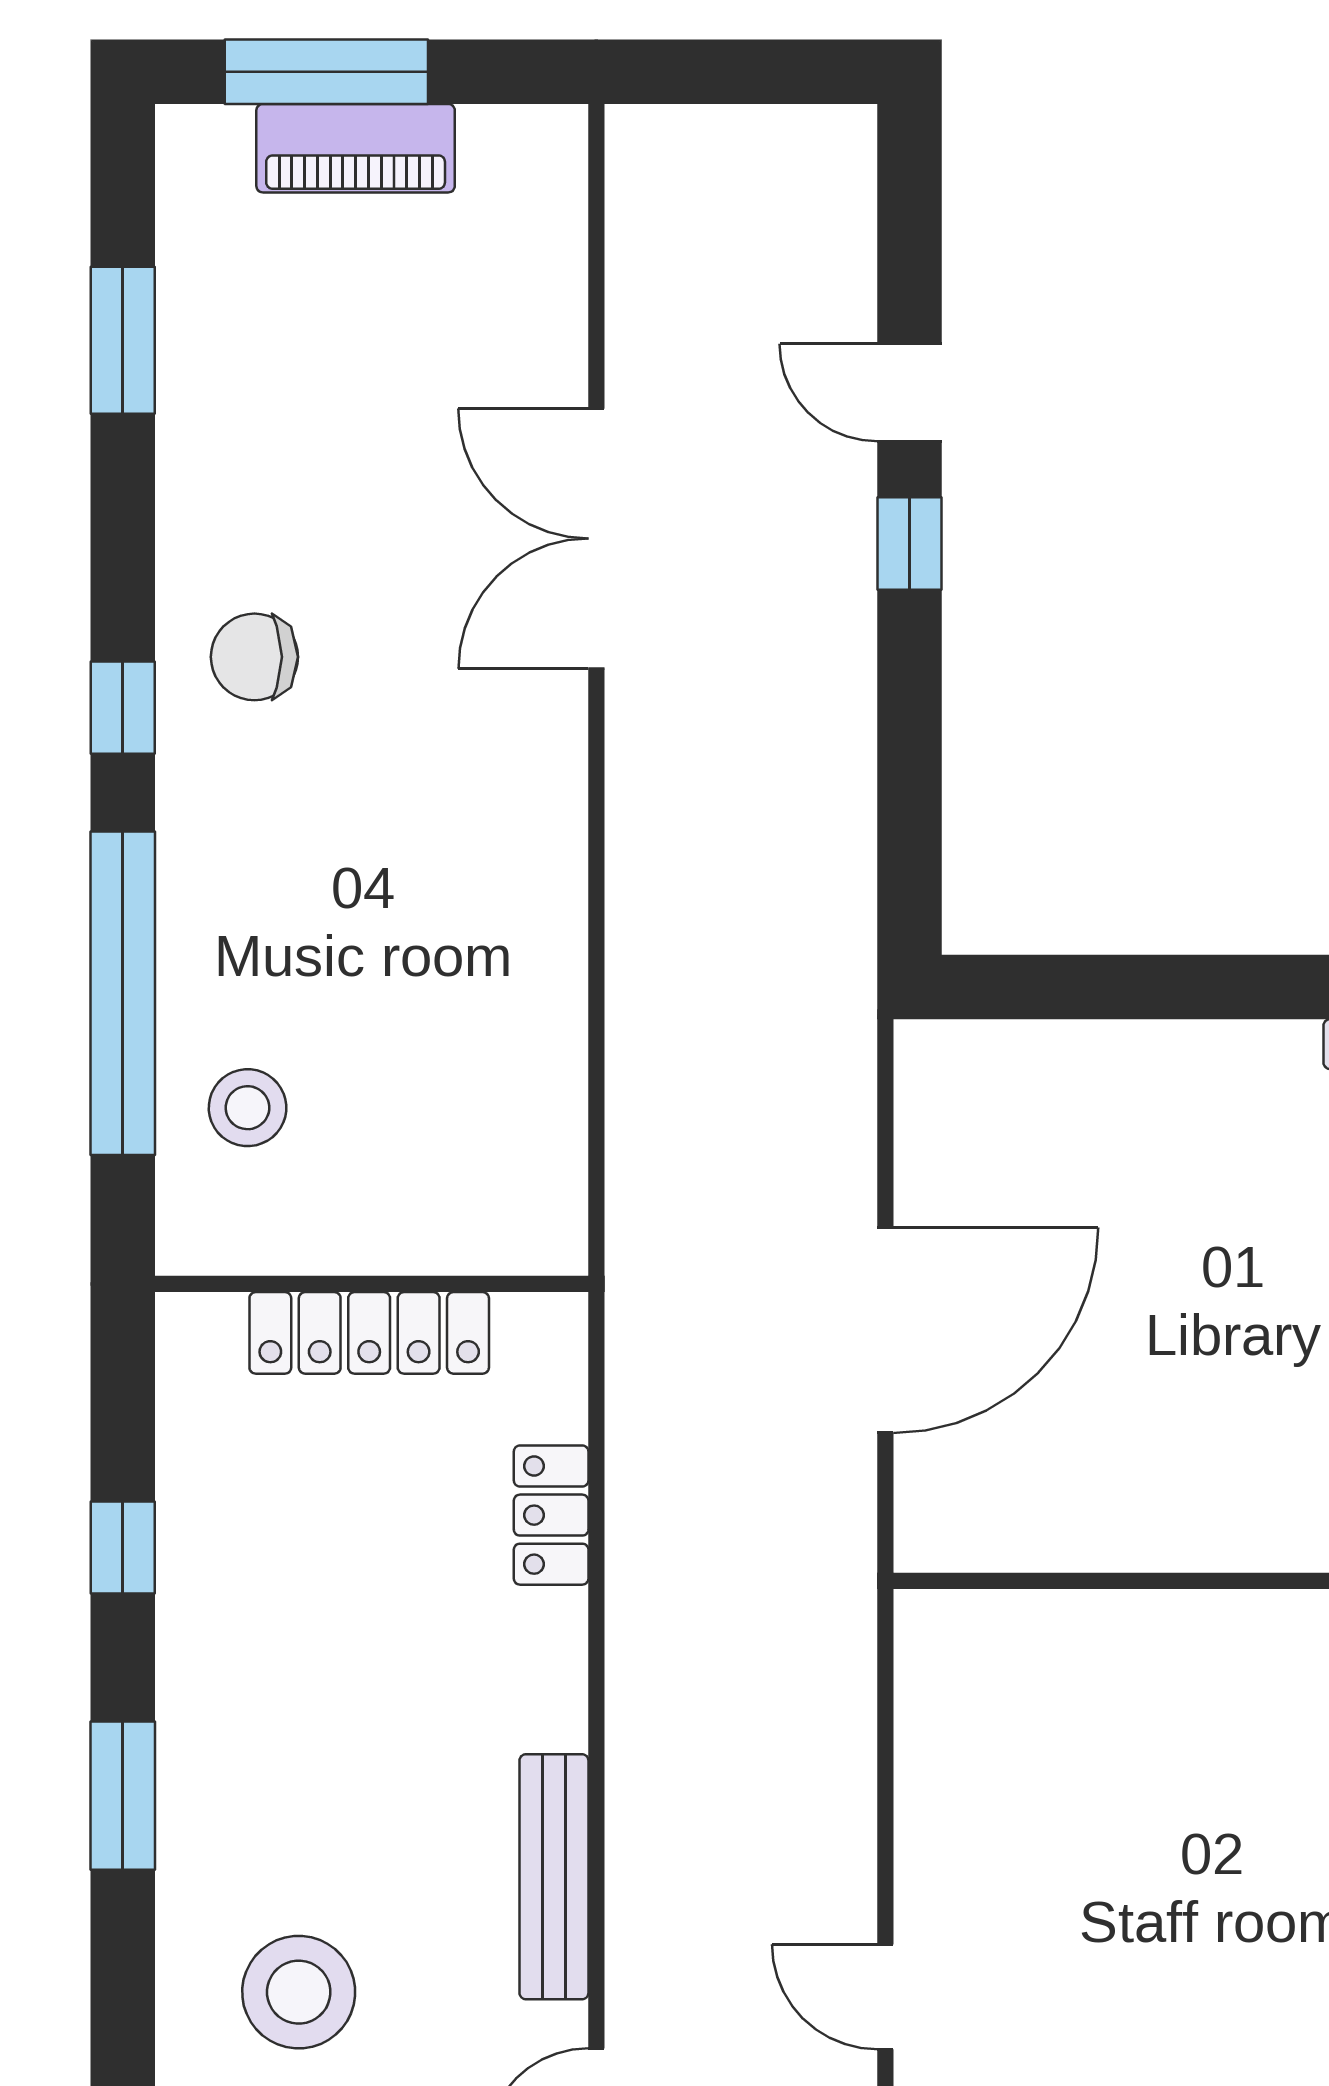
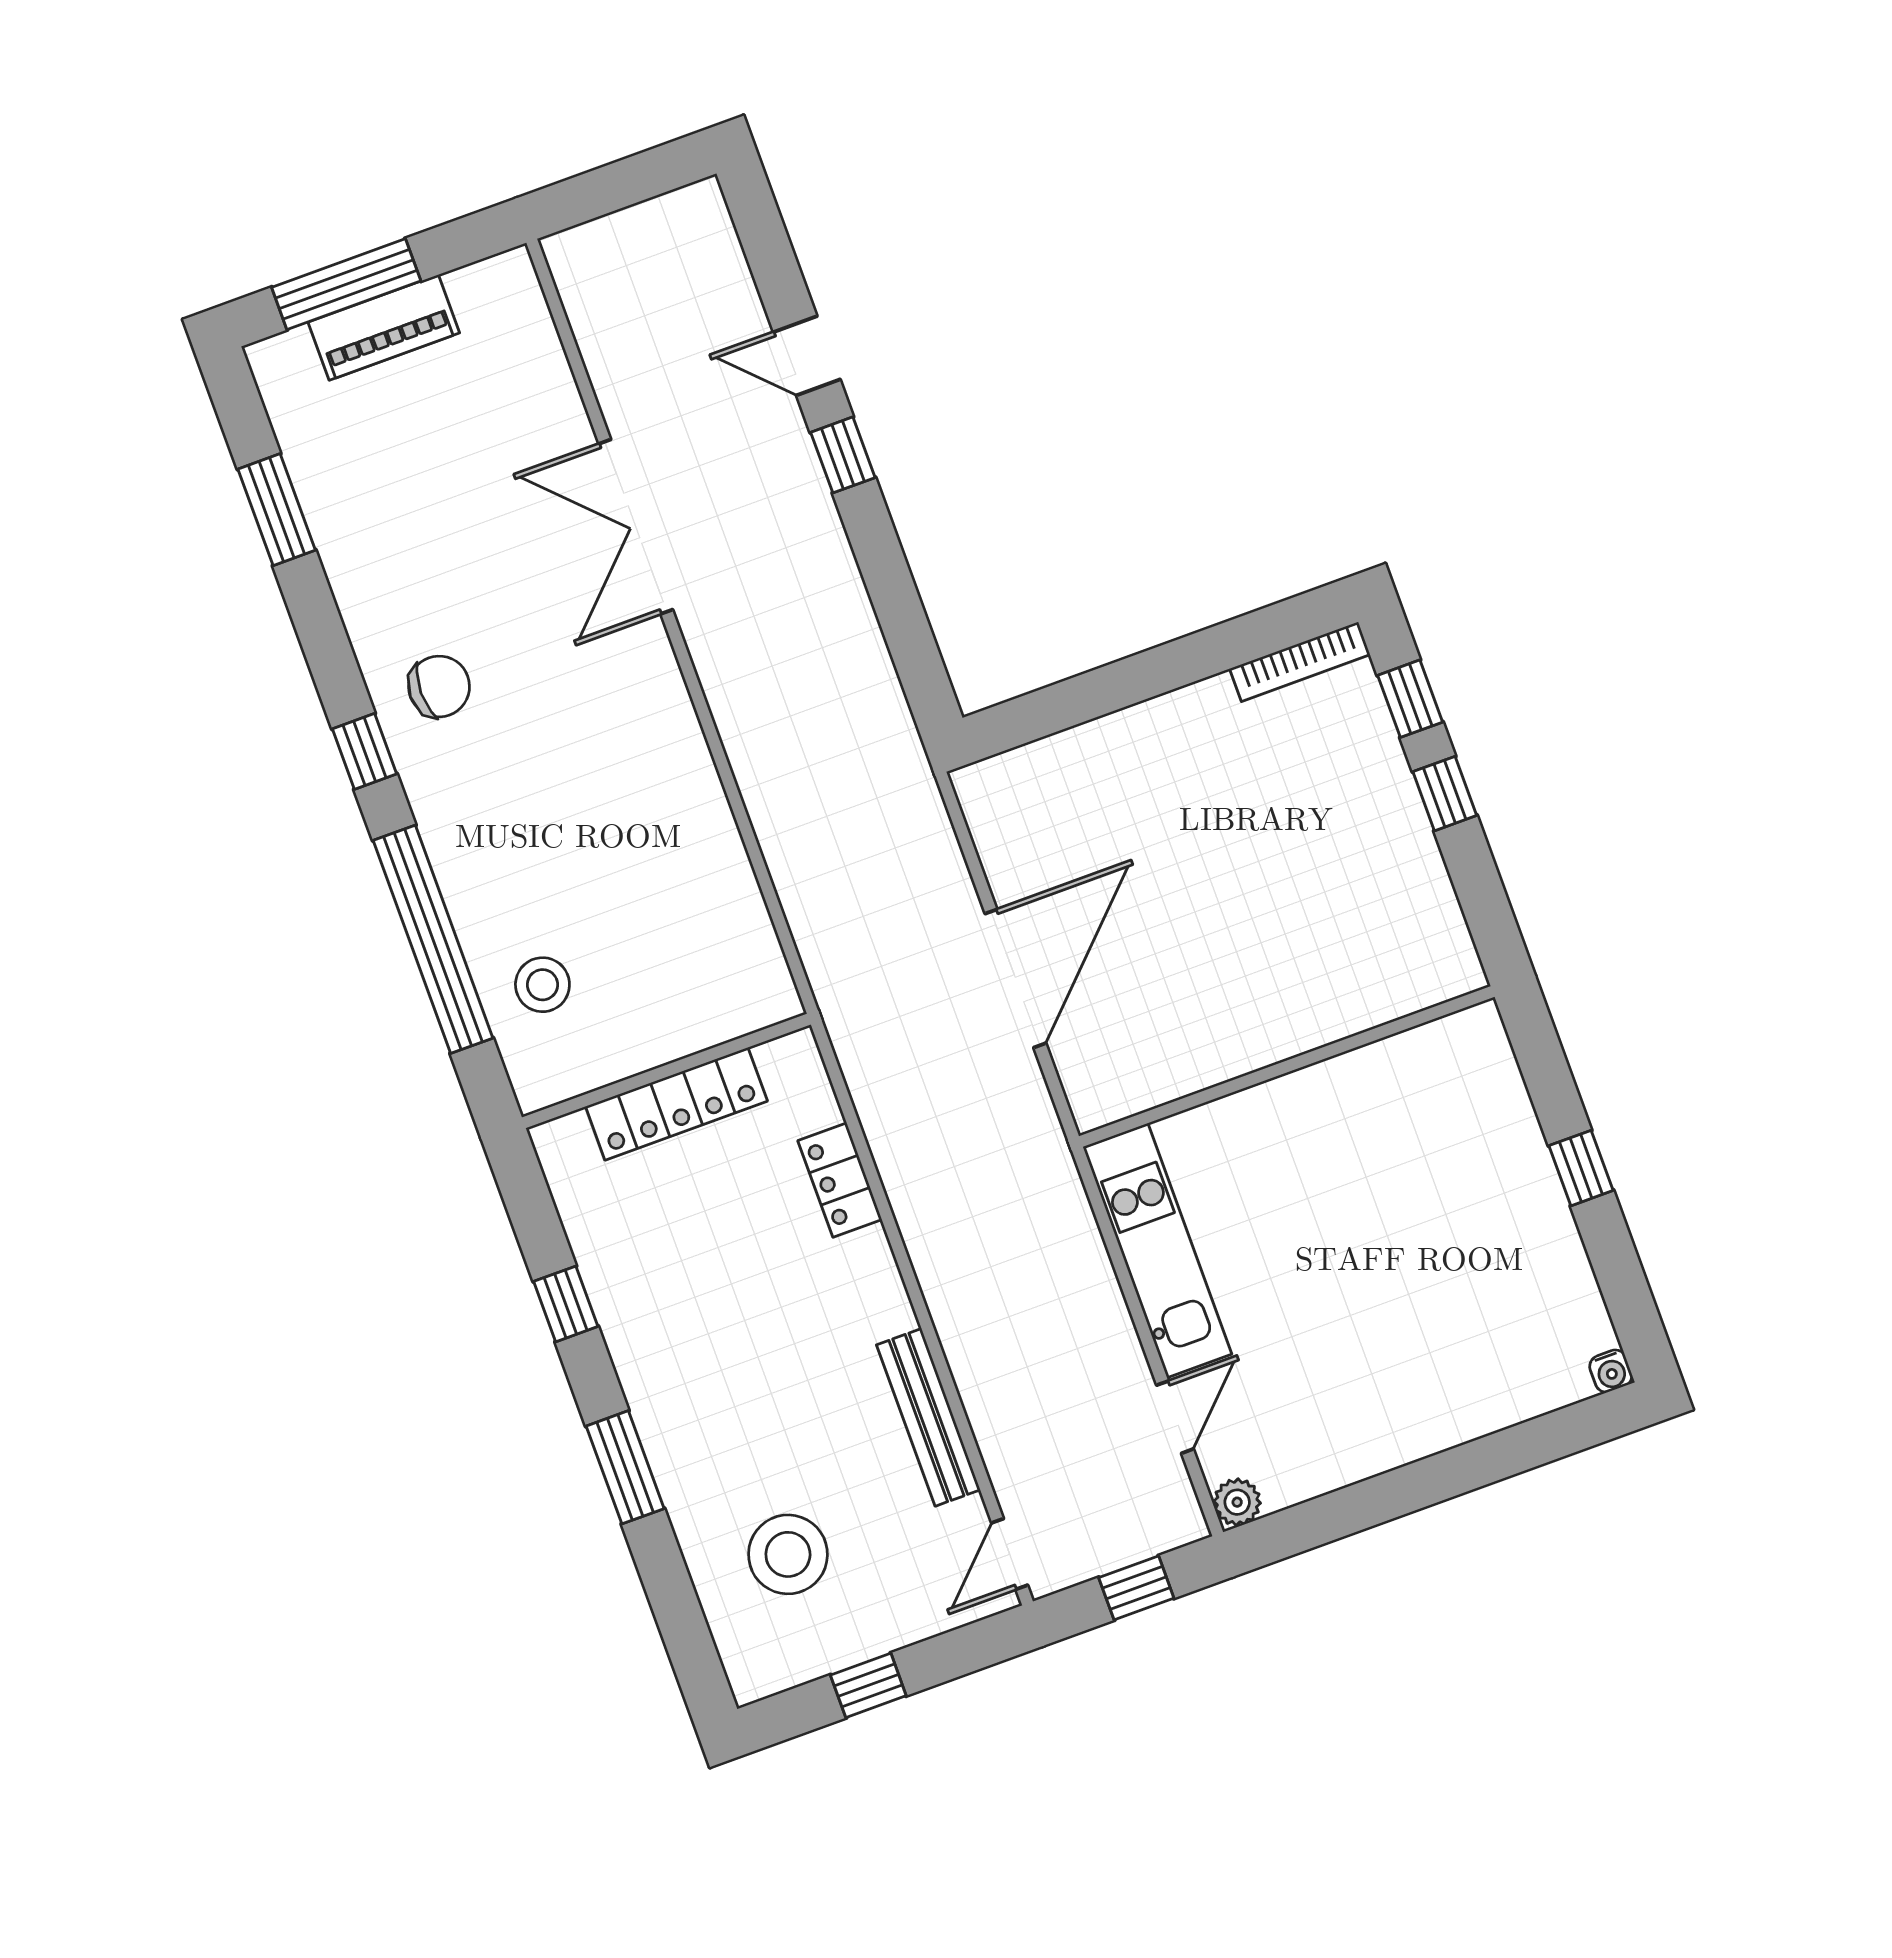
chair: (254, 657) -> (439, 686), turned 180
kitchen unit: (943, 1765) -> (1157, 1250), added
door: (885, 1997) -> (1175, 1417), swing flipped

